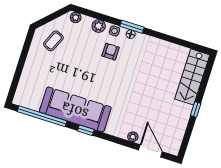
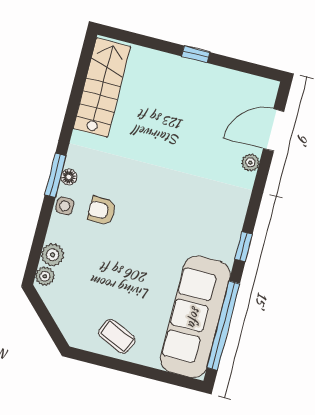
plant: (99, 26) -> (53, 255), moved
coffee table: (53, 41) -> (117, 336), moved
stairs: (192, 77) -> (102, 88), moved, turned -90
sofa: (75, 109) -> (195, 317), moved

